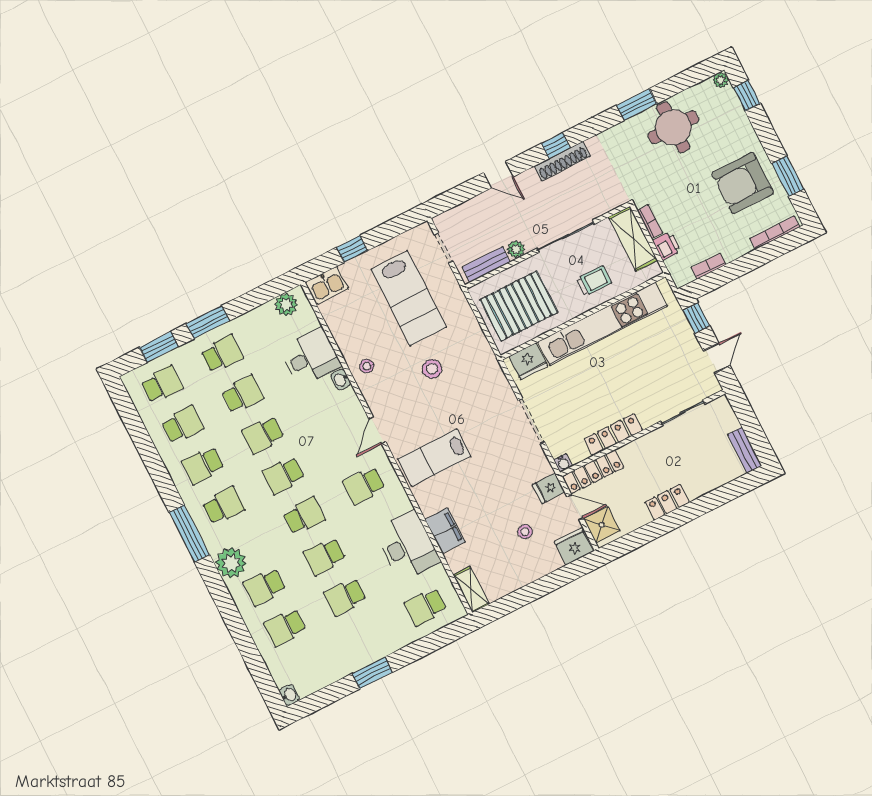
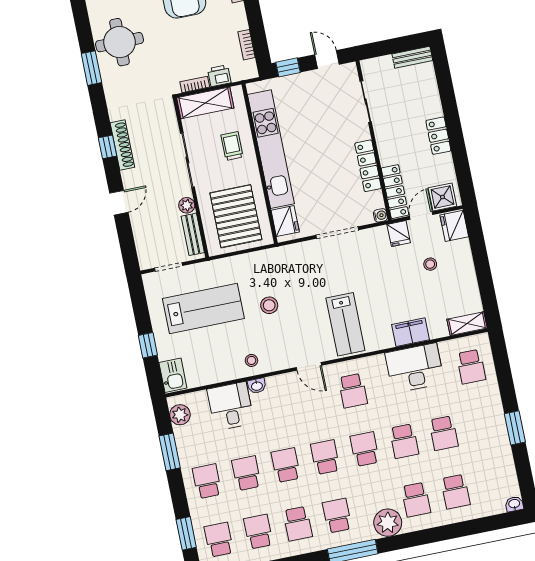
window: (208, 322) -> (170, 452), moved
school desk: (263, 435) -> (286, 465), turned 180
school desk: (284, 475) -> (325, 457), turned 180

